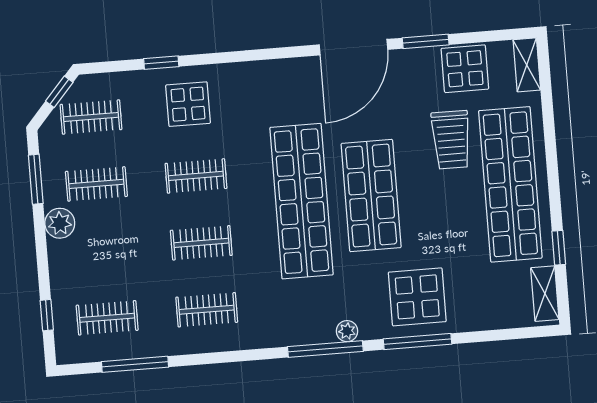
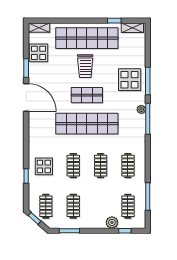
trolley: (451, 140) -> (85, 66), moved, turned 90
shop shelf: (371, 196) -> (87, 95), width x0.70, depth x0.74
plant: (60, 223) -> (112, 222), moved

